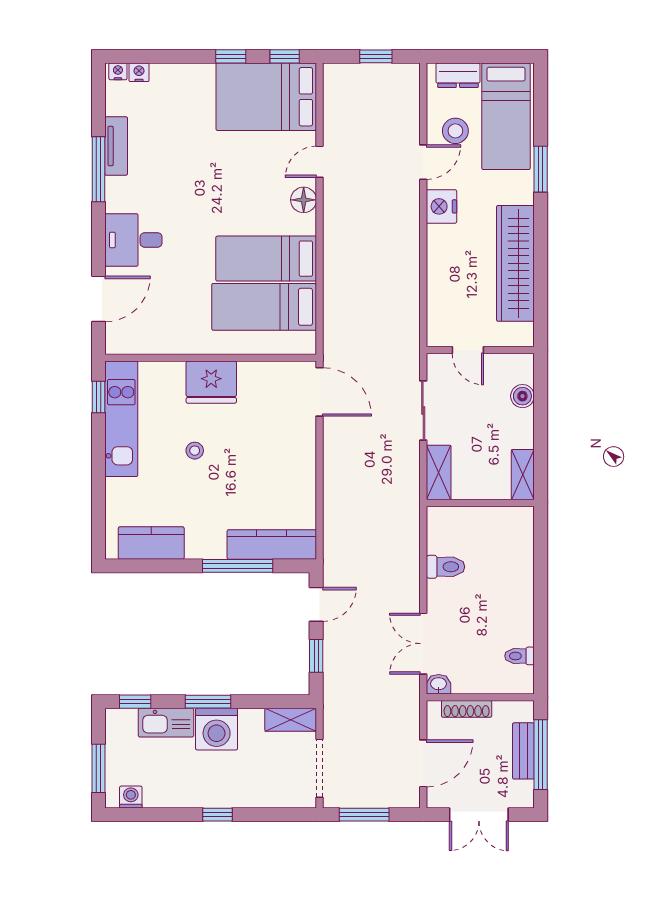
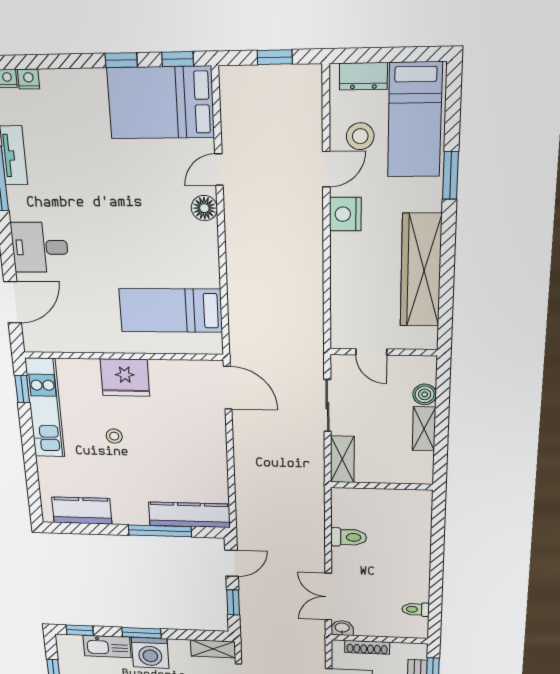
bed: (266, 259) -> (170, 265), removed
shelving: (523, 475) -> (424, 429), moved

